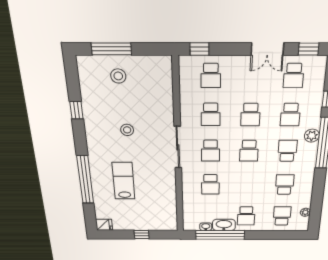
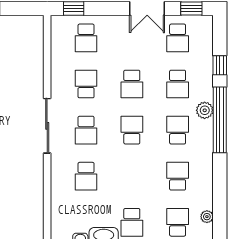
school desk: (211, 114) -> (86, 84), turned 180
school desk: (249, 151) -> (132, 130), turned 180

